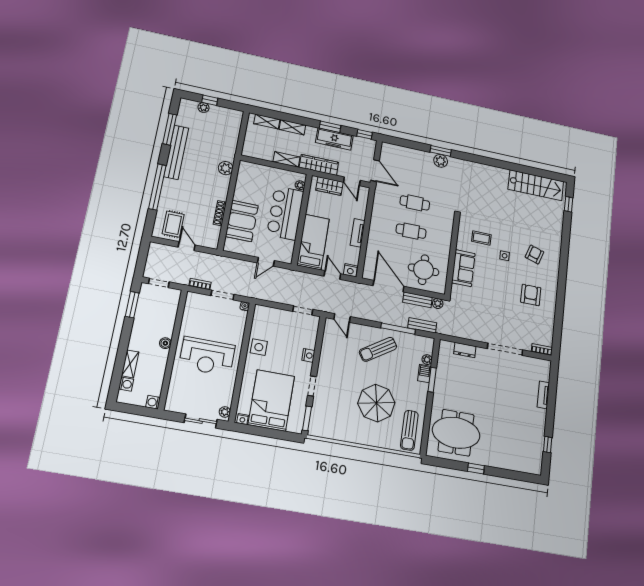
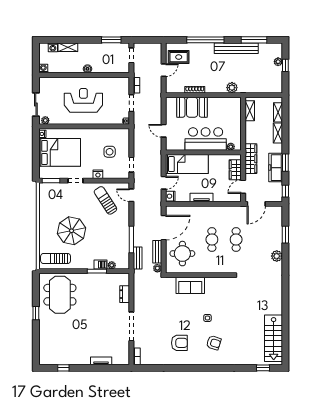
window: (441, 151) -> (285, 235), moved
shelving: (286, 159) -> (250, 111), moved
coffee table: (481, 238) -> (218, 297), removed
door: (342, 318) -> (131, 195), hinge flipped
side table: (259, 347) -> (110, 152), moved
sun lounger: (378, 349) -> (105, 200), moved
reception desk: (207, 356) -> (83, 100), turned 90

